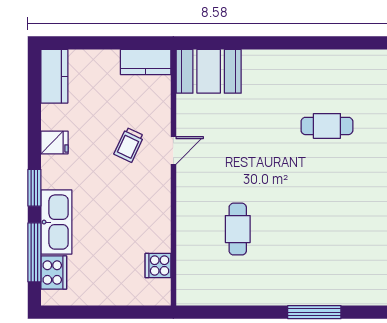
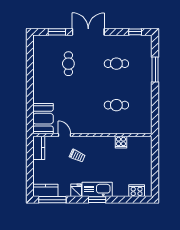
door: (173, 150) -> (64, 135), moved
kitchen sink: (56, 222) -> (97, 189), moved
cafe table: (327, 229) -> (116, 64), added
window: (34, 252) -> (52, 200), moved
cooker: (158, 266) -> (121, 142), moved

